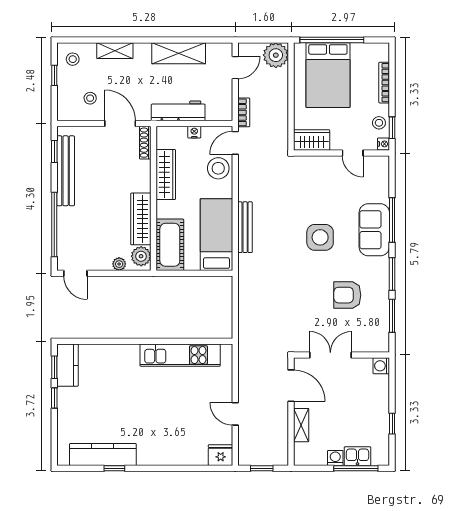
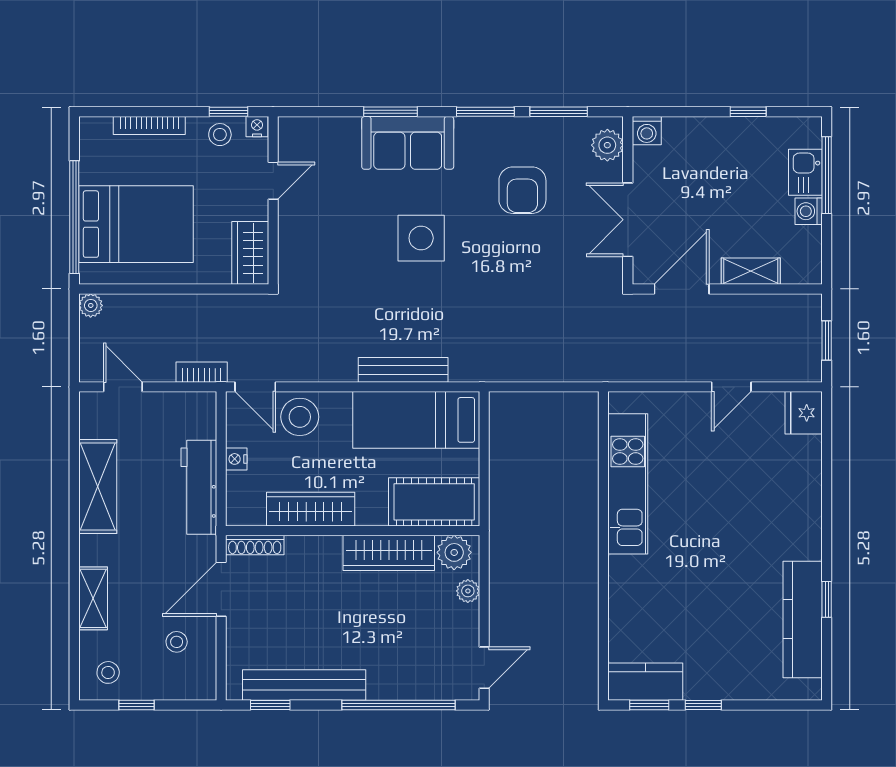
plant: (276, 55) -> (91, 305), width x0.53, depth x0.53
window: (392, 220) -> (391, 112), width x0.69
plant: (373, 343) -> (607, 145), added

